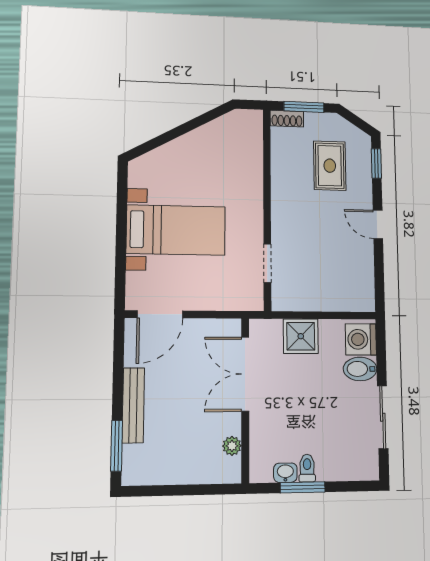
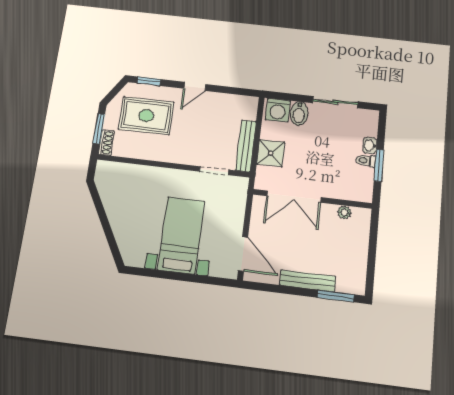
rug: (330, 166) -> (146, 116), width x1.36, depth x1.43
bench: (306, 302) -> (246, 146), added
washbasin: (285, 473) -> (370, 145), moved

